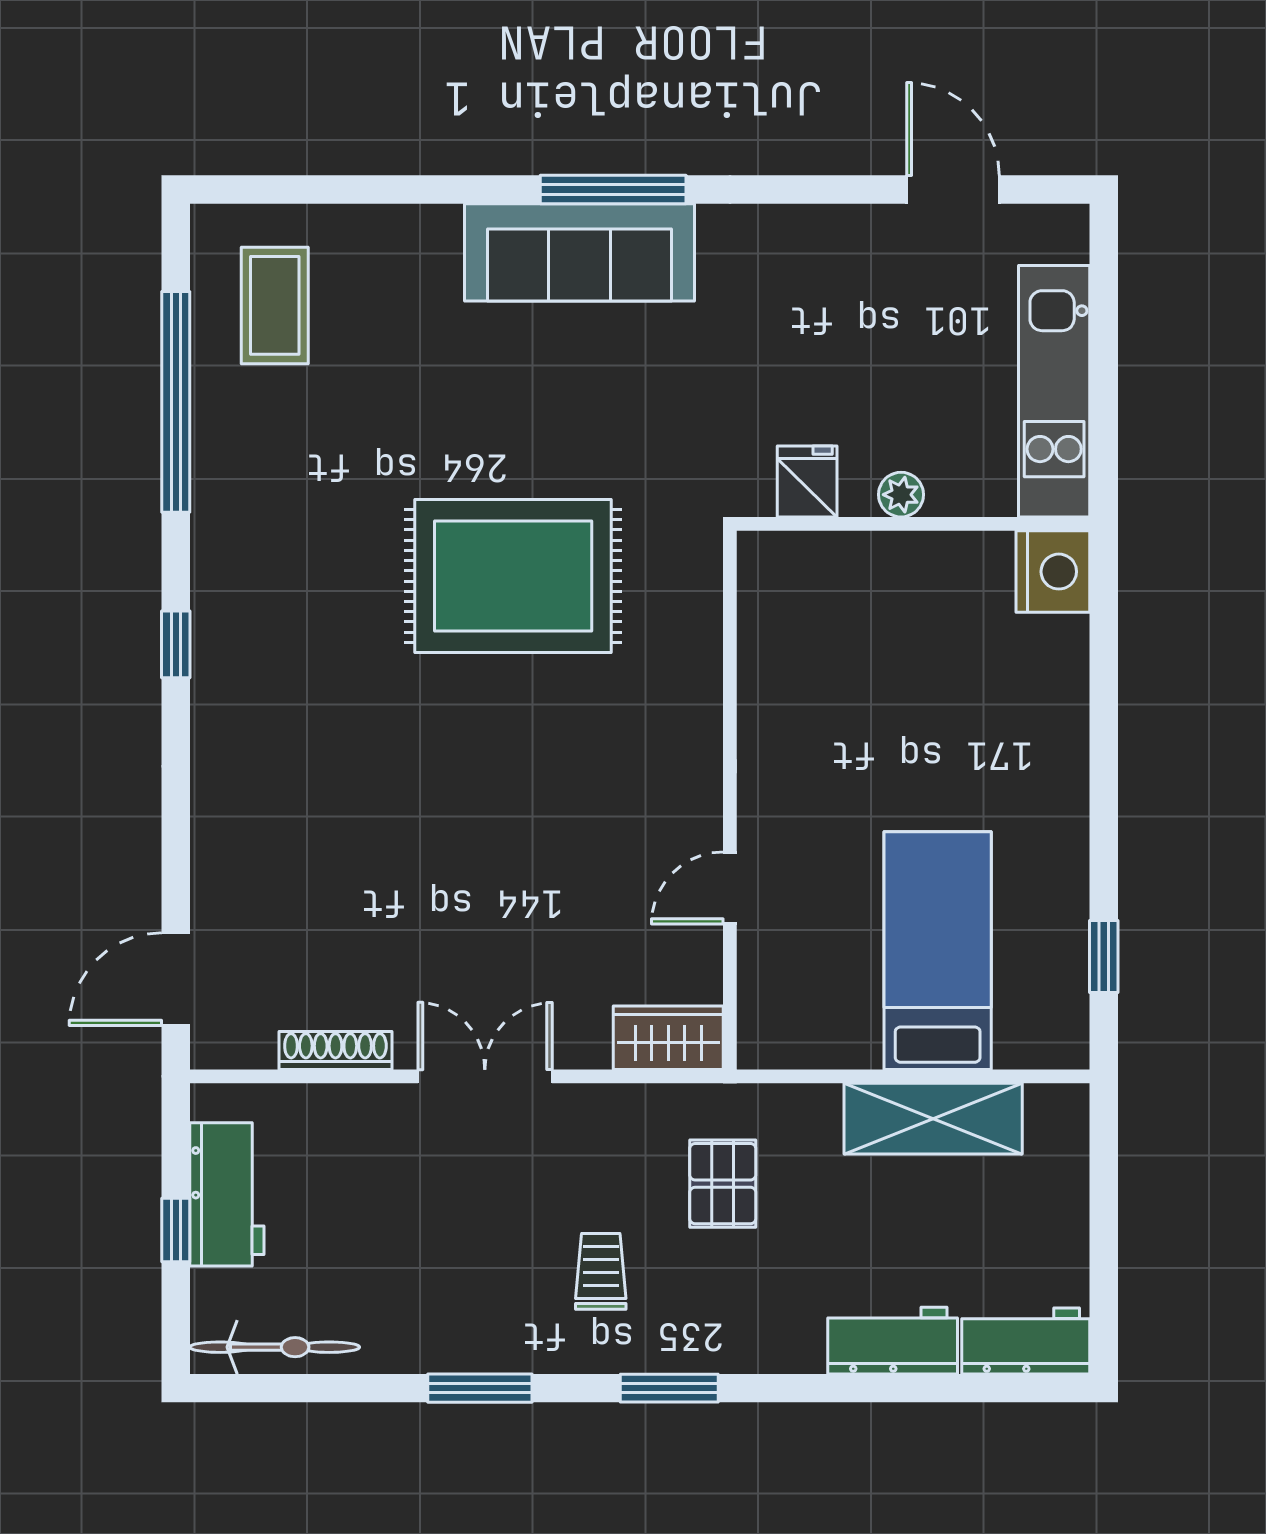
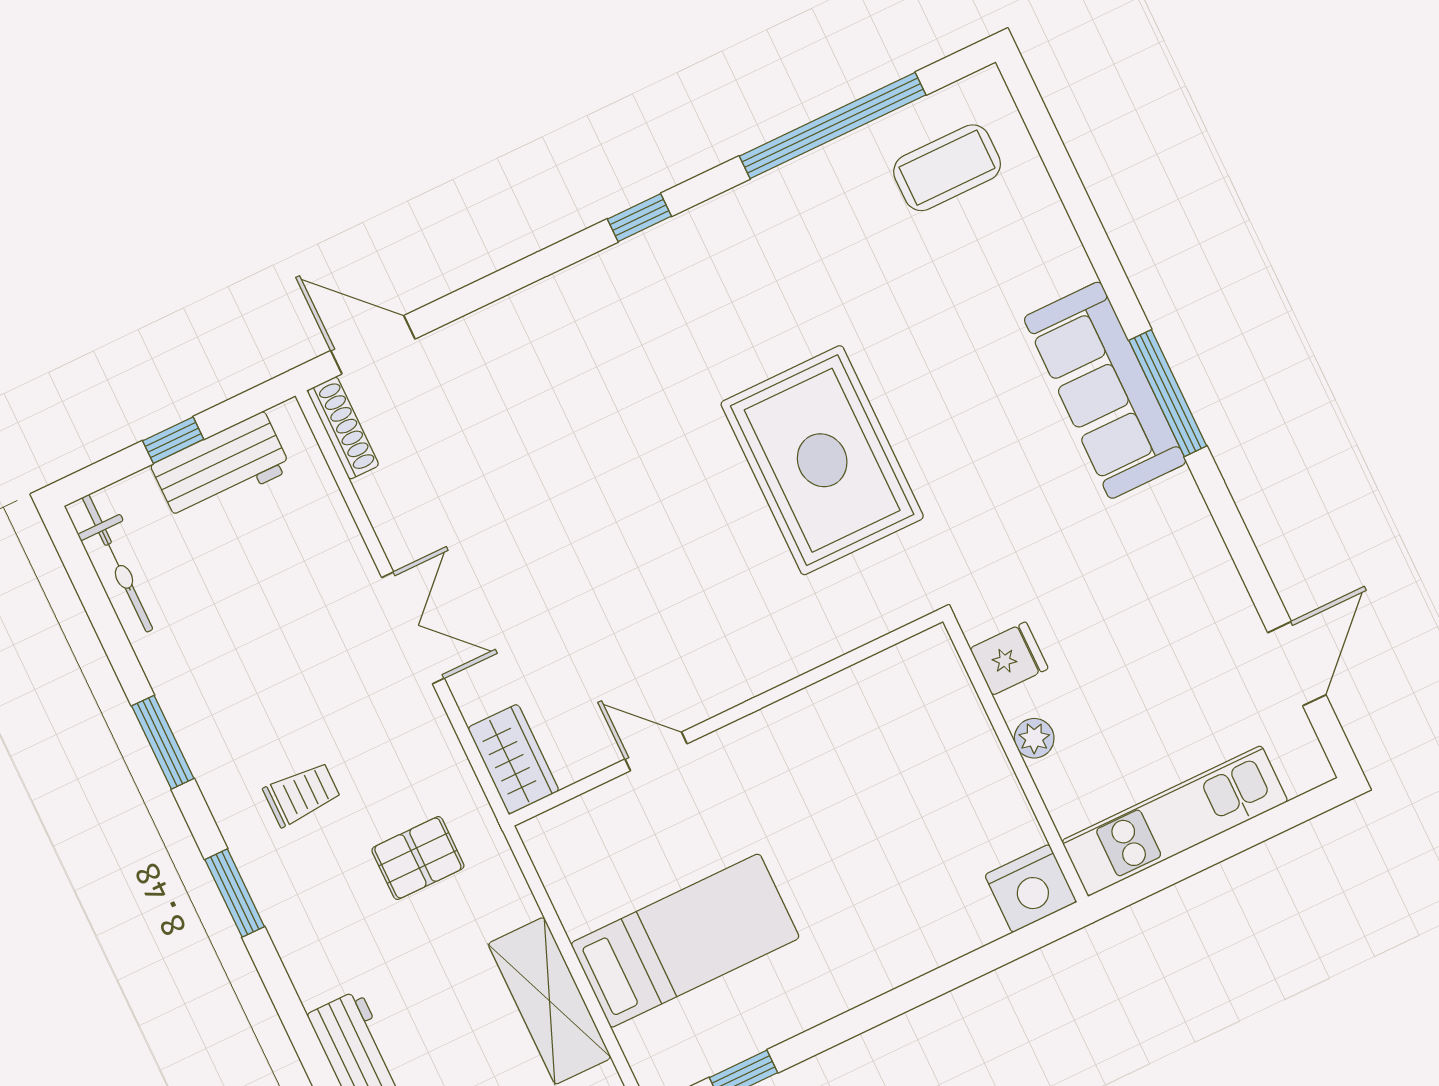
shoe rack: (335, 1050) -> (343, 428), moved

